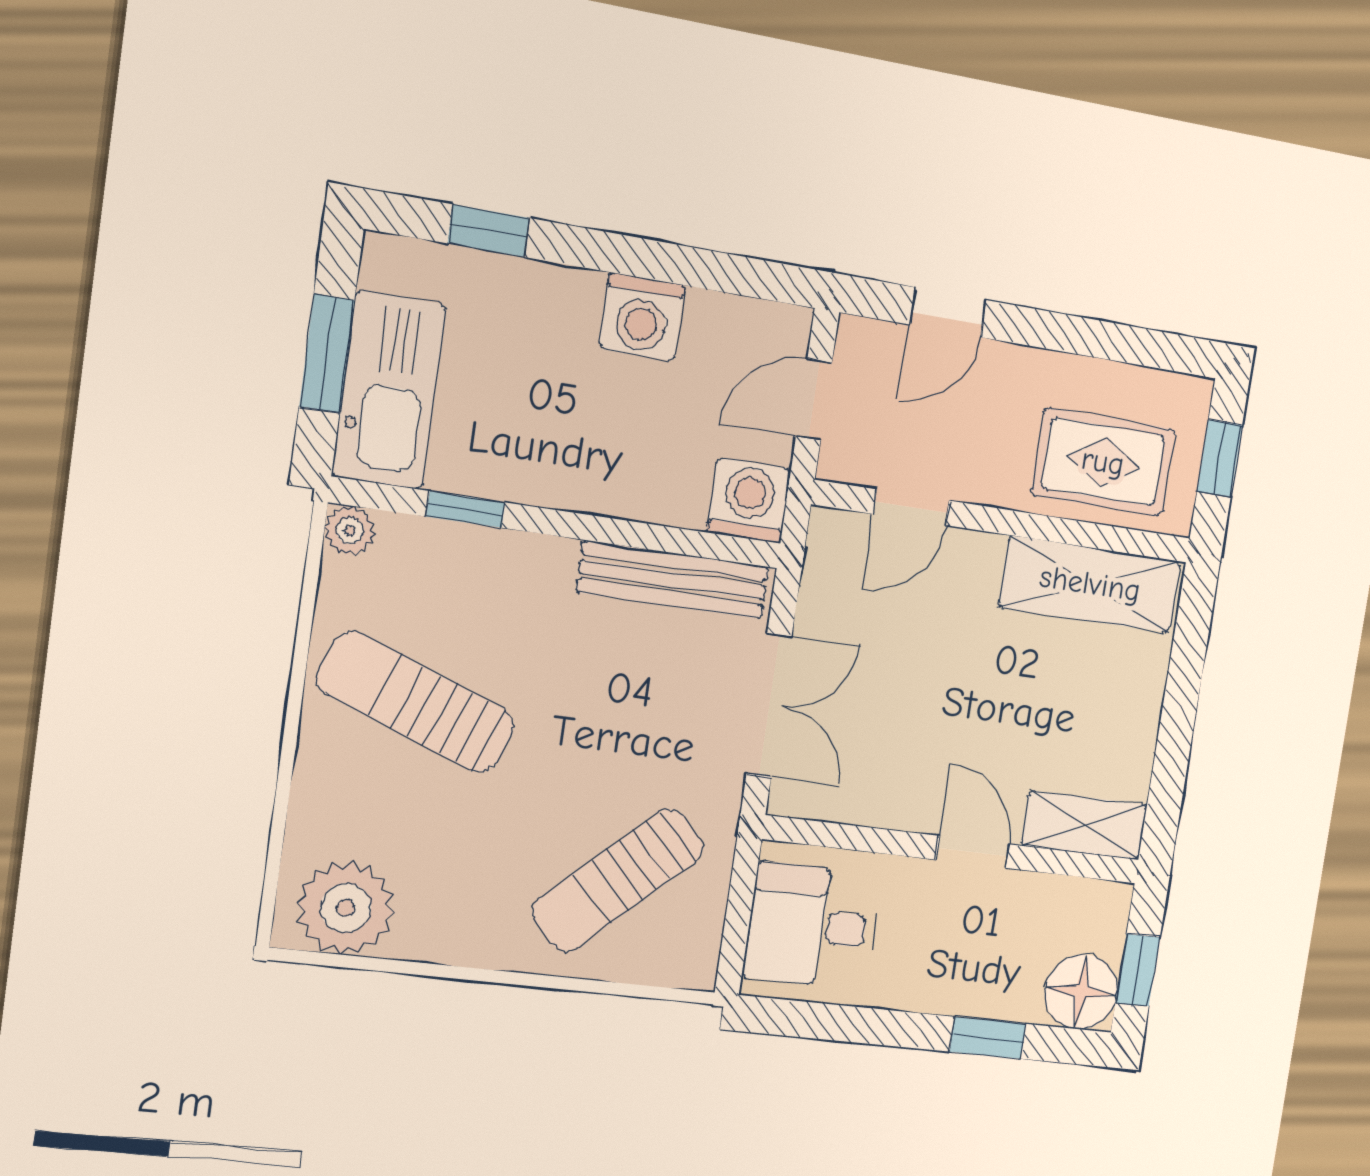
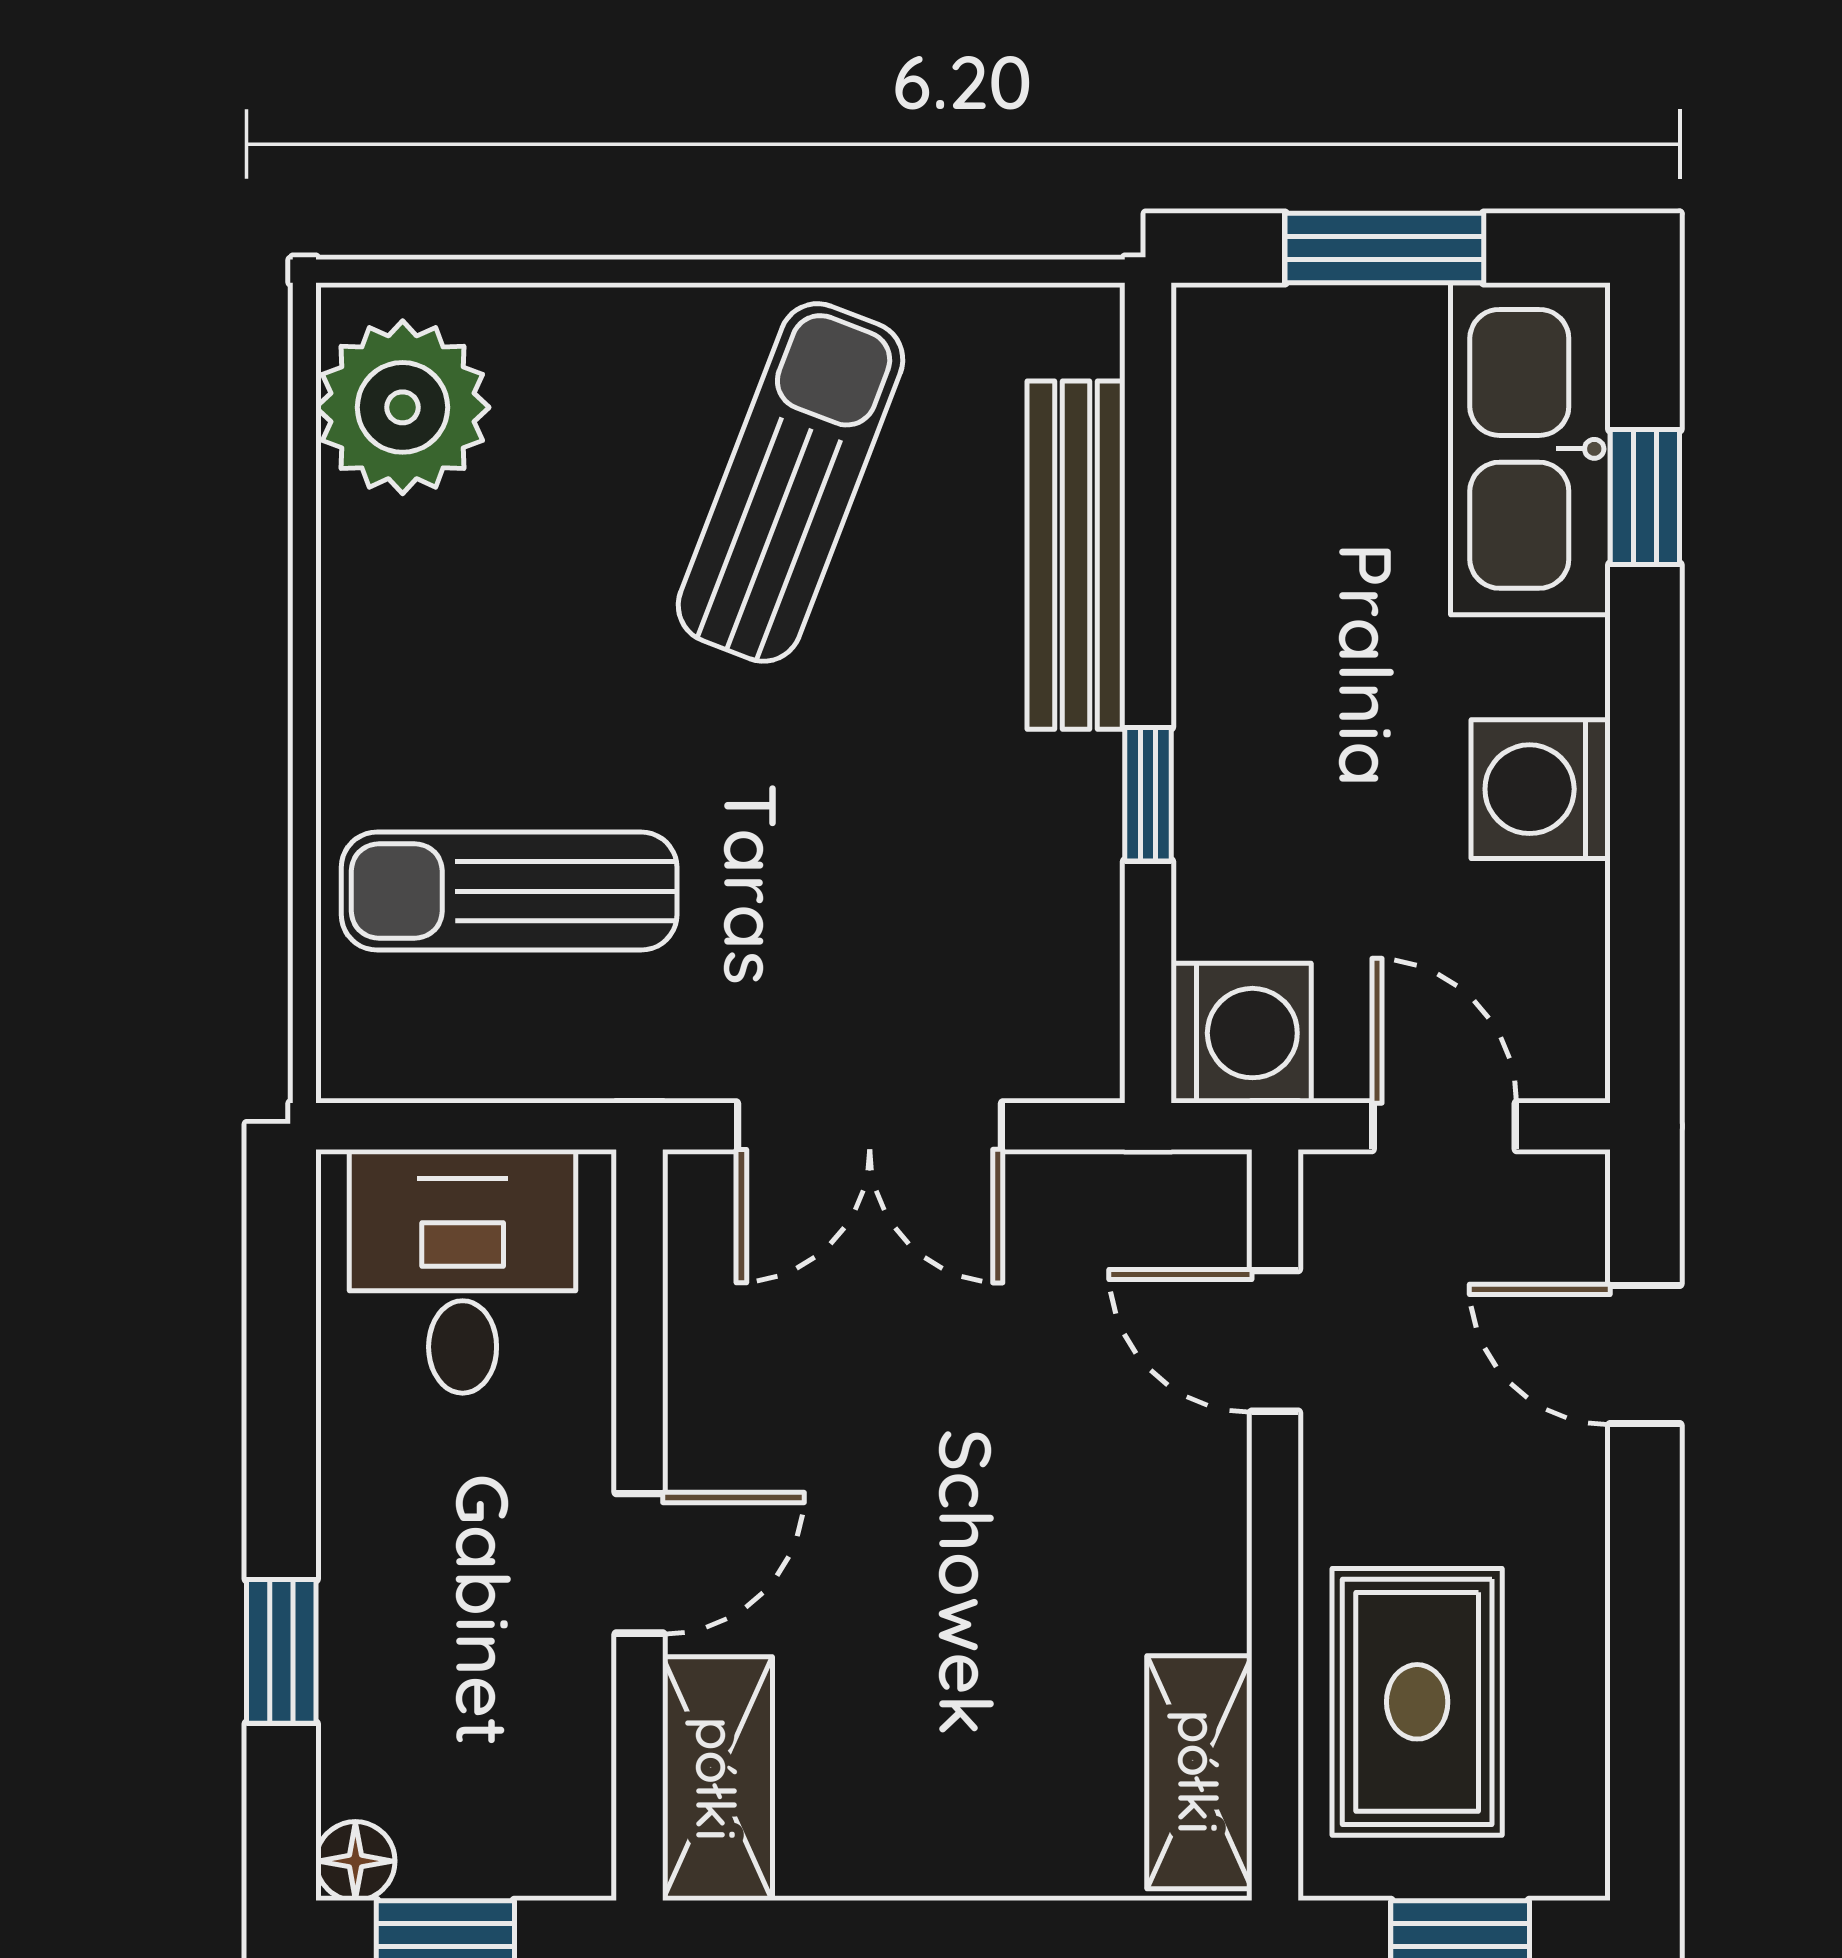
kitchen sink: (389, 390) -> (1530, 449), moved, turned 90
window: (466, 509) -> (1148, 794), moved
plant: (350, 531) -> (1080, 327), removed
bench: (673, 580) -> (1076, 555), moved
shelving: (1090, 584) -> (1199, 1772), width x0.67, depth x0.75
sun lounger: (618, 880) -> (509, 891), turned -47
floor lamp: (1081, 992) -> (355, 1861), width x0.53, depth x0.53

